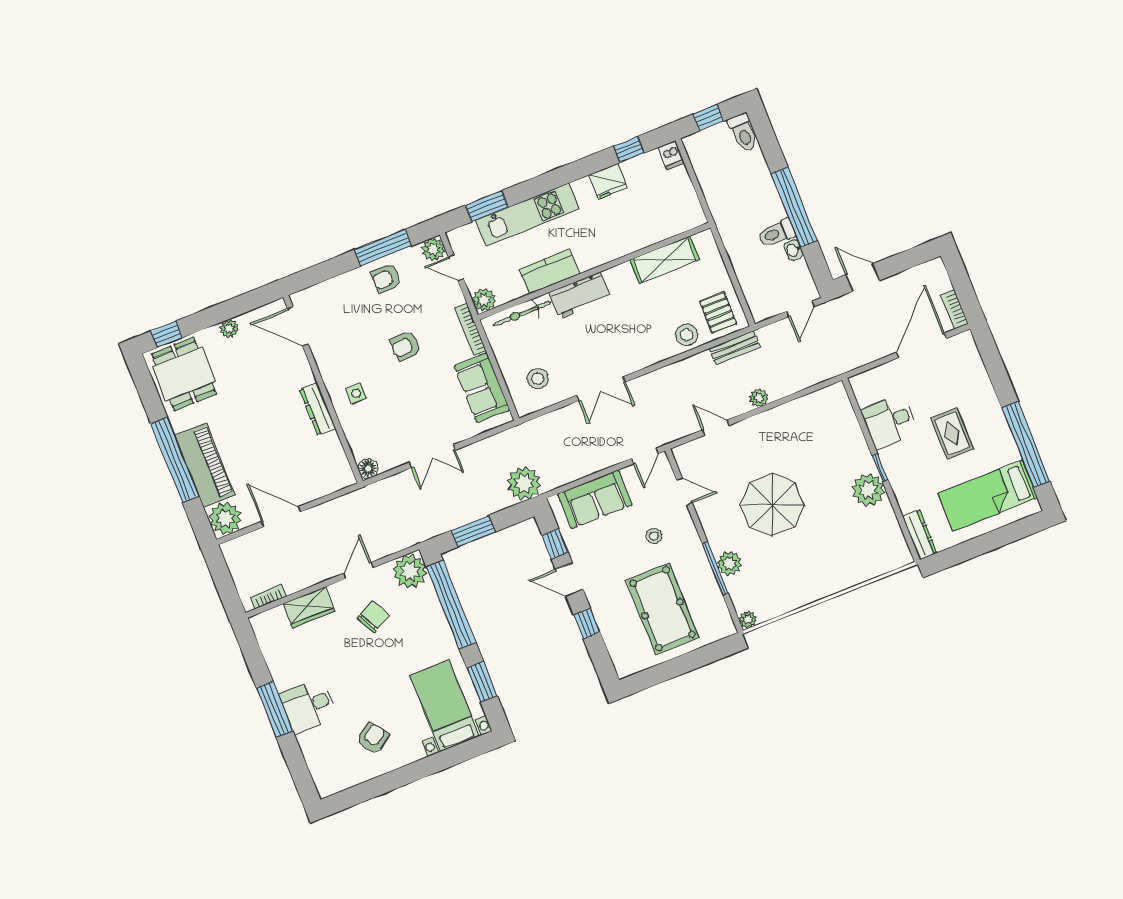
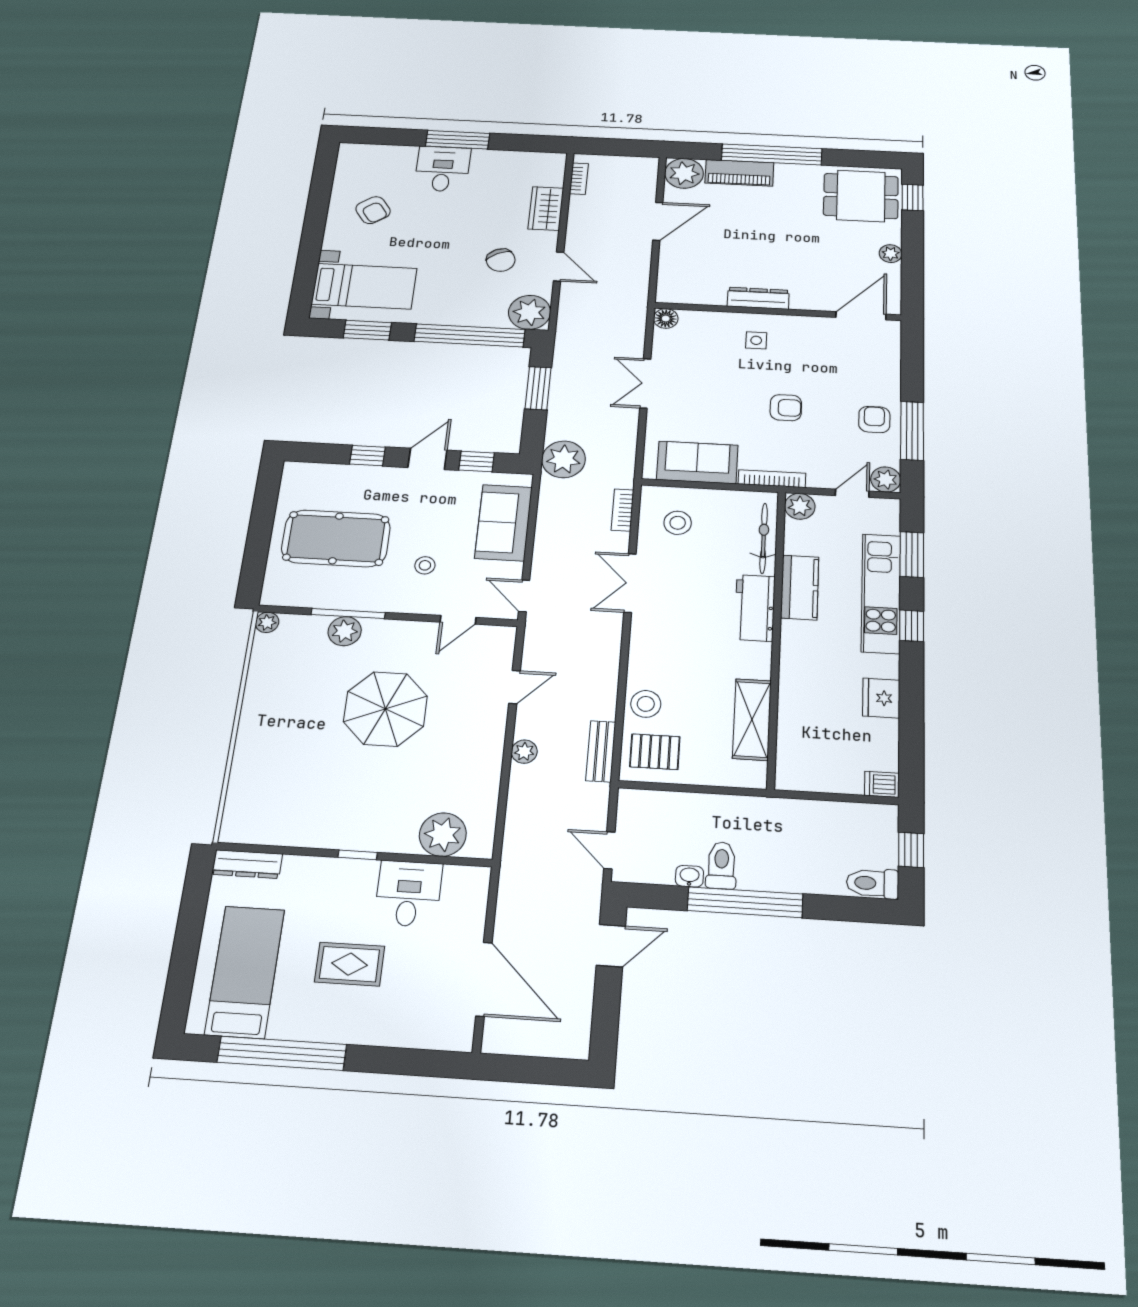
window: (629, 149) -> (912, 626), moved
bookcase: (954, 309) -> (622, 510), moved, turned -90
armchair: (406, 346) -> (786, 408), turned 94
piano: (205, 465) -> (739, 173), width x0.73, depth x0.75
plant: (868, 490) -> (443, 835), moved

